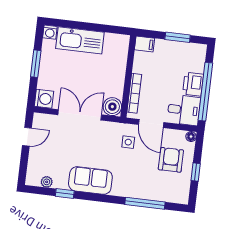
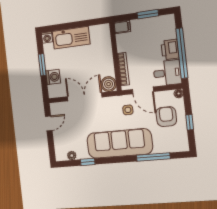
washing machine: (44, 99) -> (53, 77), moved
sofa: (90, 180) -> (119, 143), width x1.85, depth x1.27

